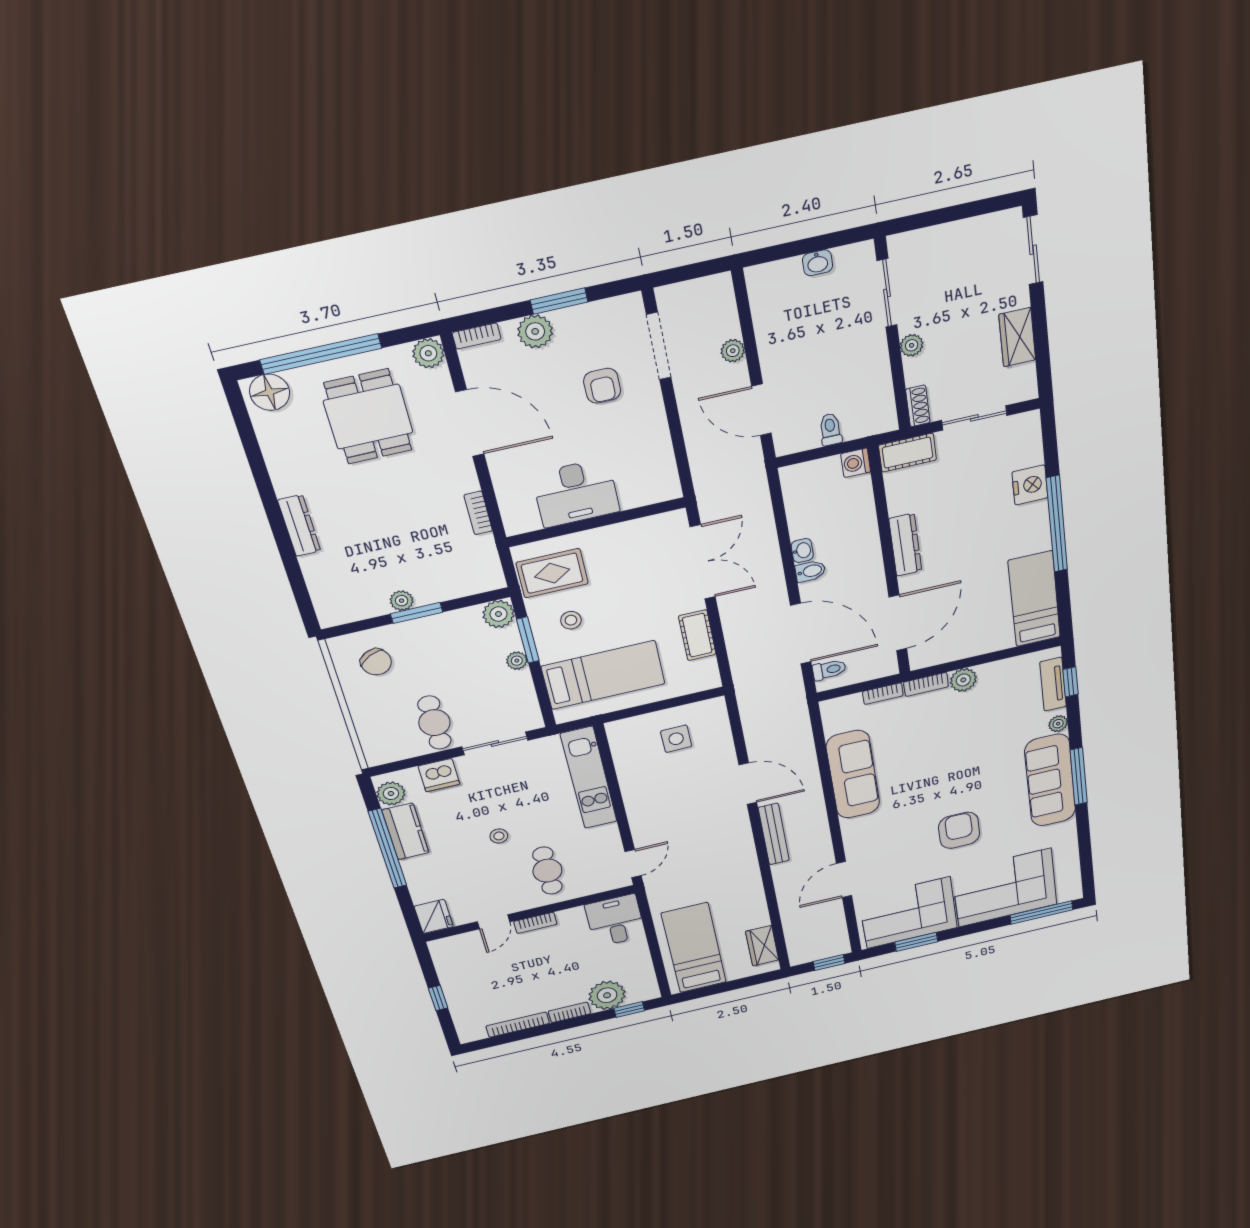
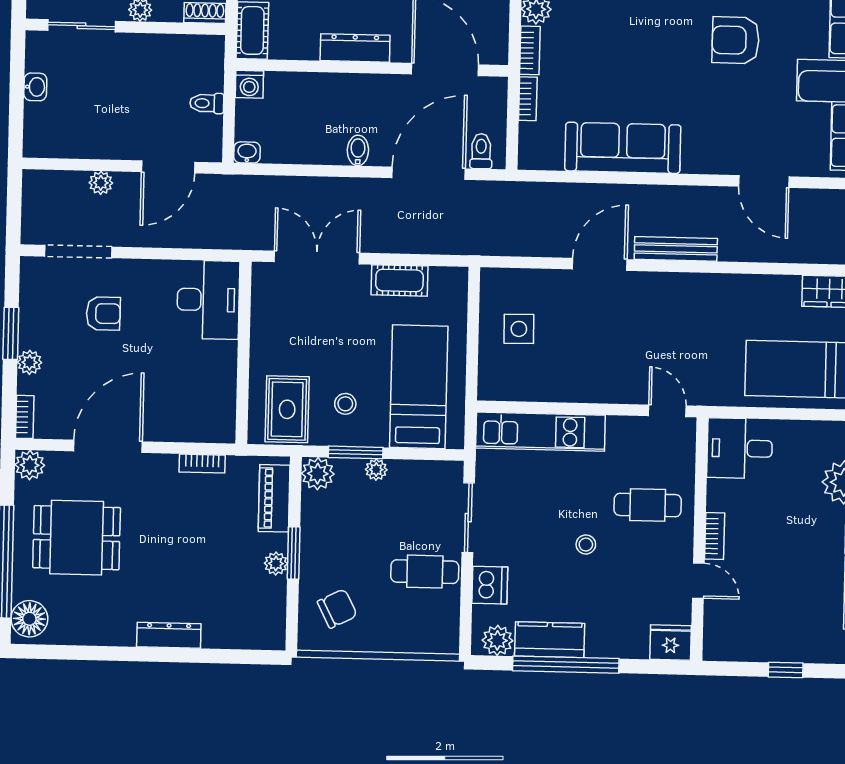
plant: (535, 331) -> (30, 362), width x0.73, depth x0.73
desk: (576, 493) -> (208, 300), moved
washbasin: (802, 551) -> (247, 152), moved
piano: (464, 583) -> (274, 498), added

